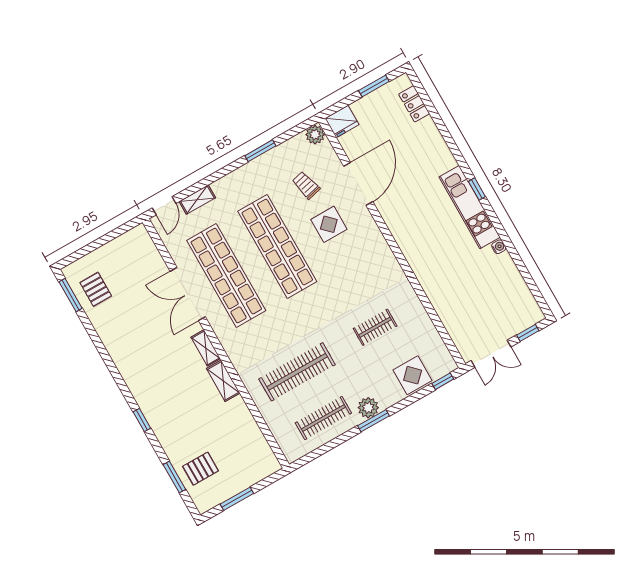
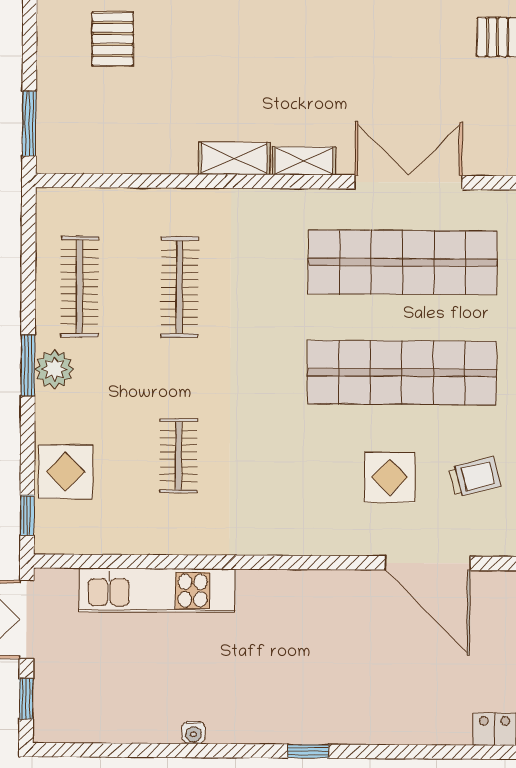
kitchen unit: (470, 207) -> (157, 590), moved, turned 180
clothes rail: (297, 372) -> (179, 287), width x0.73, depth x0.76
window: (237, 499) -> (29, 124), moved

